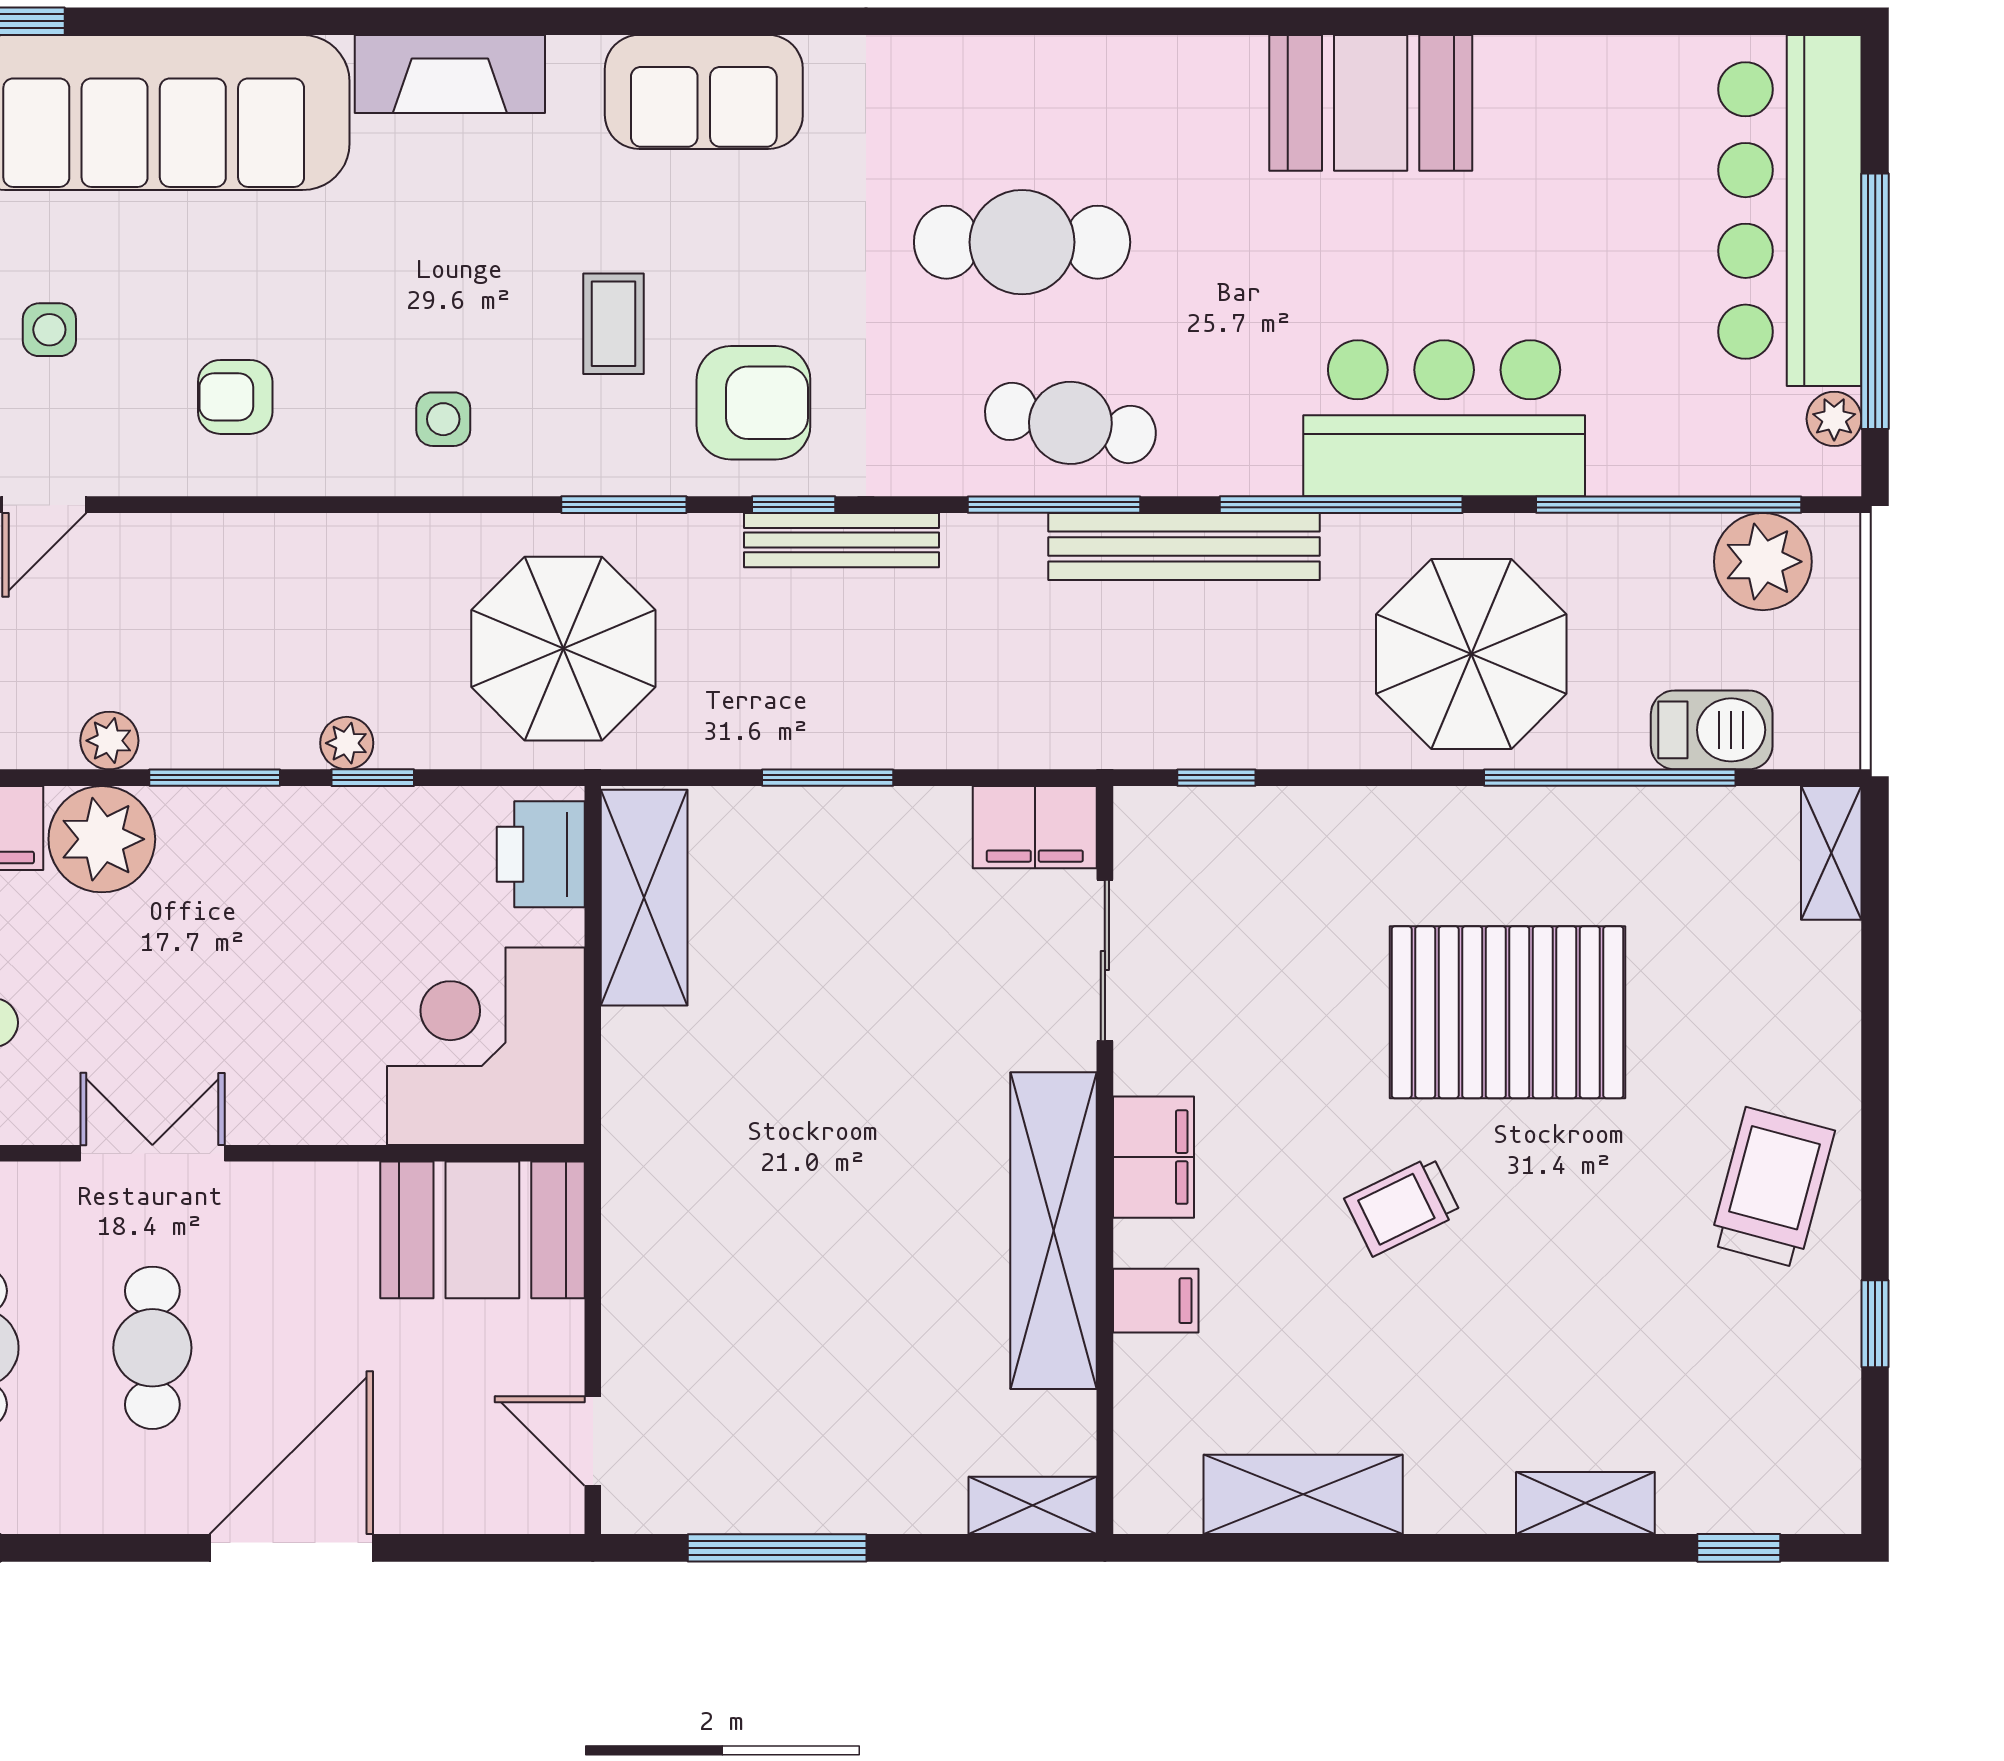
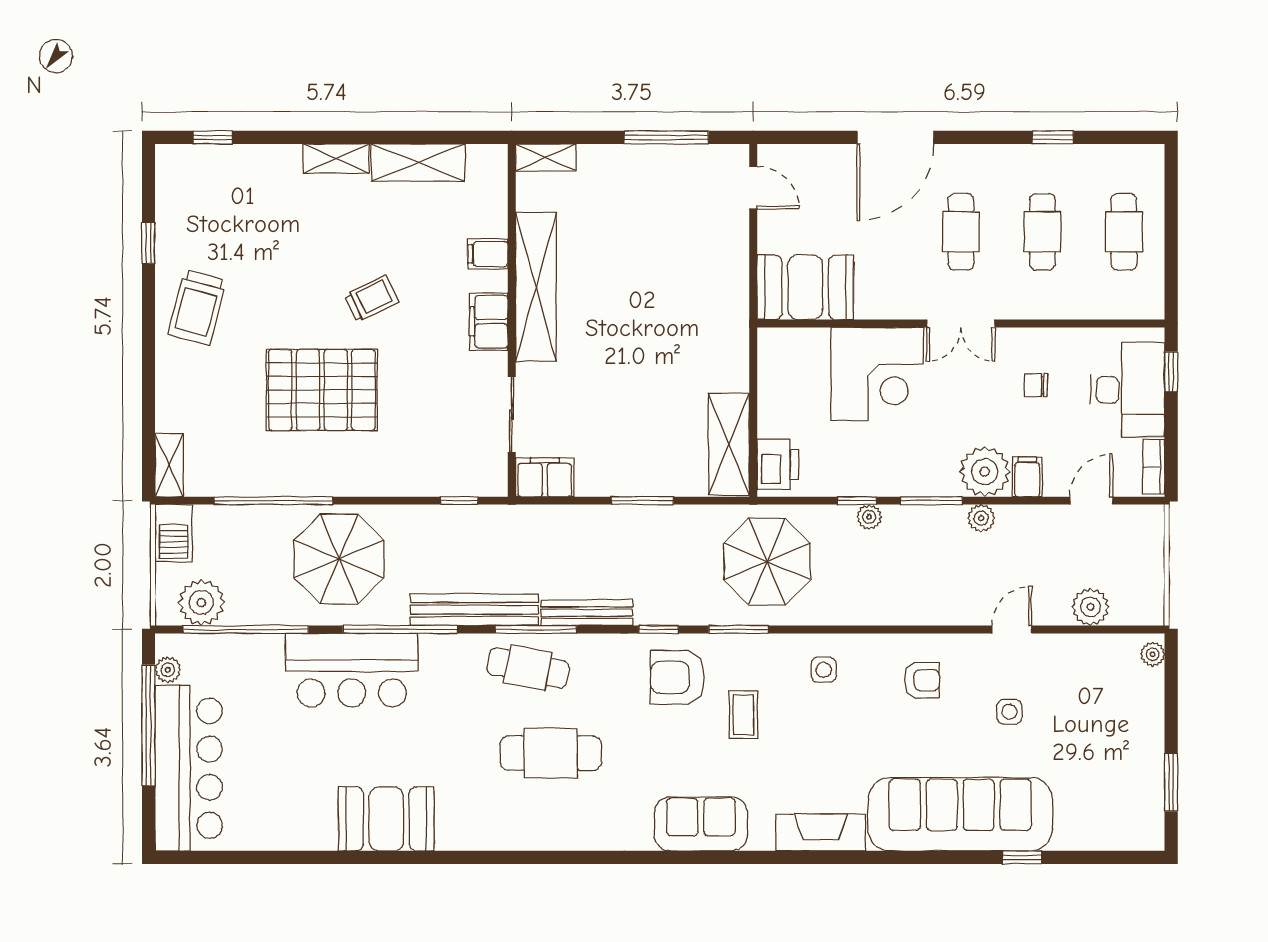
bench: (841, 540) -> (587, 613), moved
barbecue: (1712, 730) -> (174, 533), moved, turned -90
corner desk: (486, 1046) -> (877, 374), moved
shelving: (1585, 1503) -> (336, 159), moved

